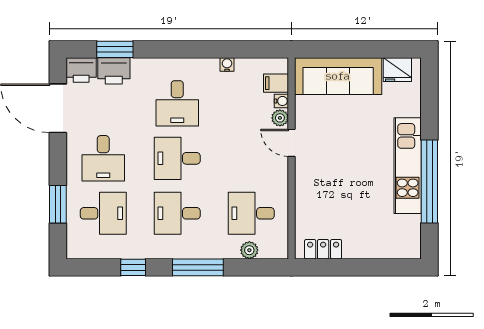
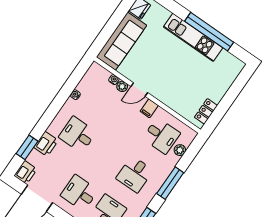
printer: (114, 71) -> (46, 144), moved
filing cabinet: (276, 83) -> (149, 108), moved
desk: (177, 103) -> (78, 135), turned 180
desk: (103, 158) -> (79, 193), turned 180
desk: (177, 158) -> (106, 154), removed
desk: (251, 213) -> (161, 136), turned -90

